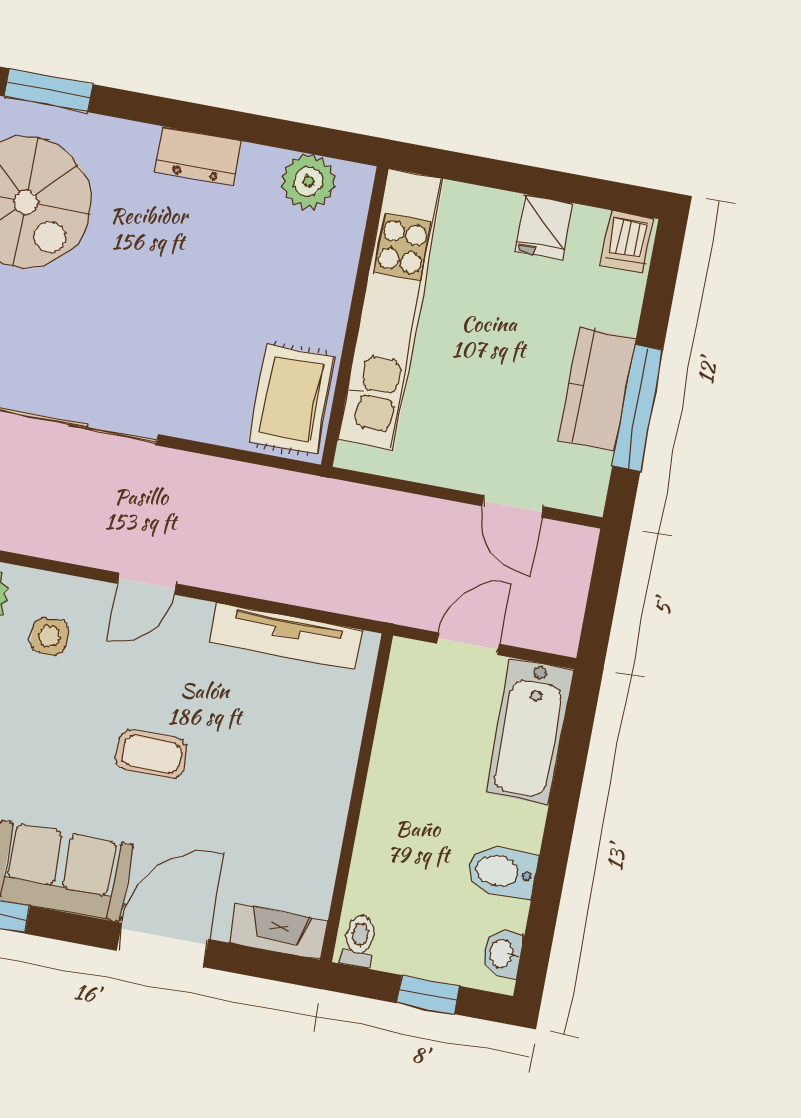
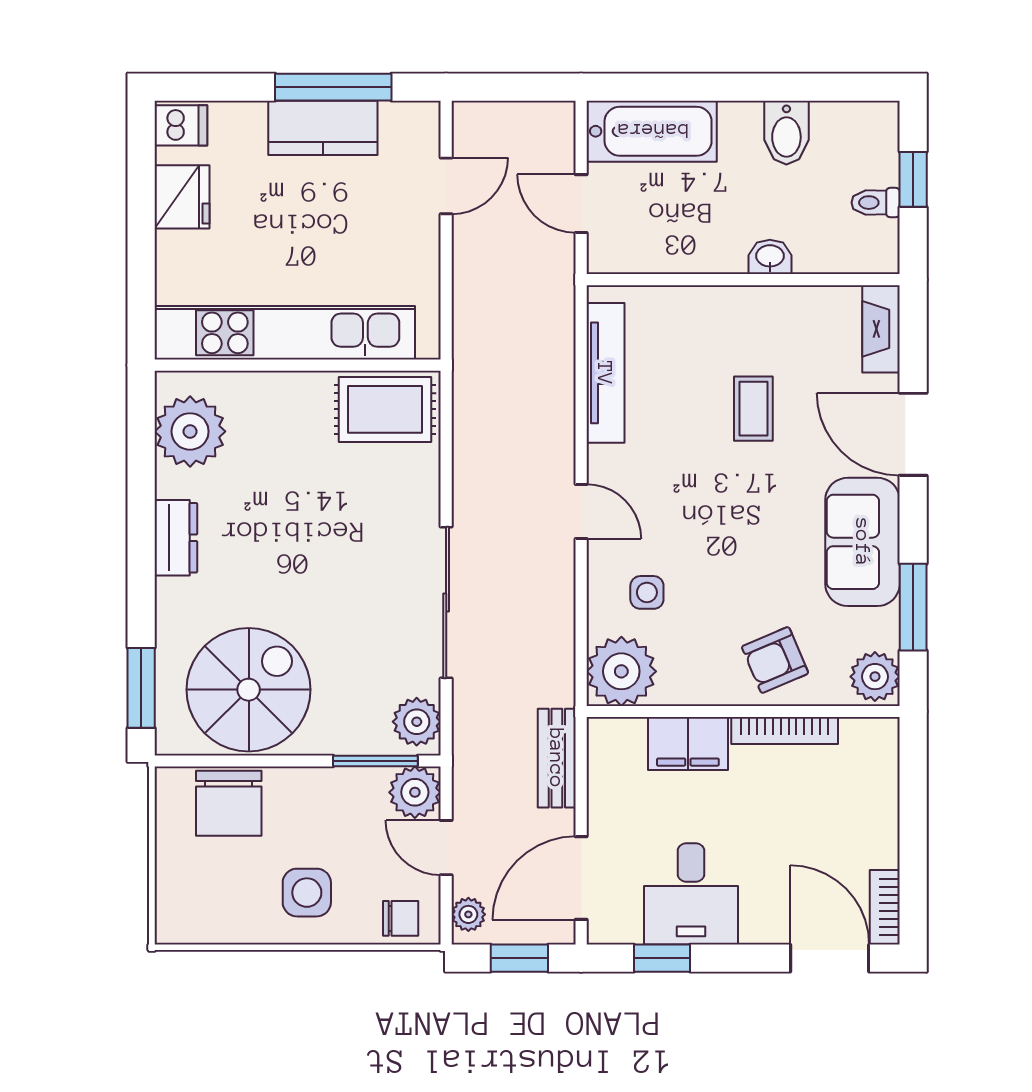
plant: (308, 181) -> (190, 431), width x1.36, depth x1.36
fridge: (543, 227) -> (182, 197), width x1.38
coffee table: (152, 754) -> (753, 409), moved
toilet: (359, 941) -> (876, 203), moved
washbasin: (502, 954) -> (770, 257), moved, turned 180

